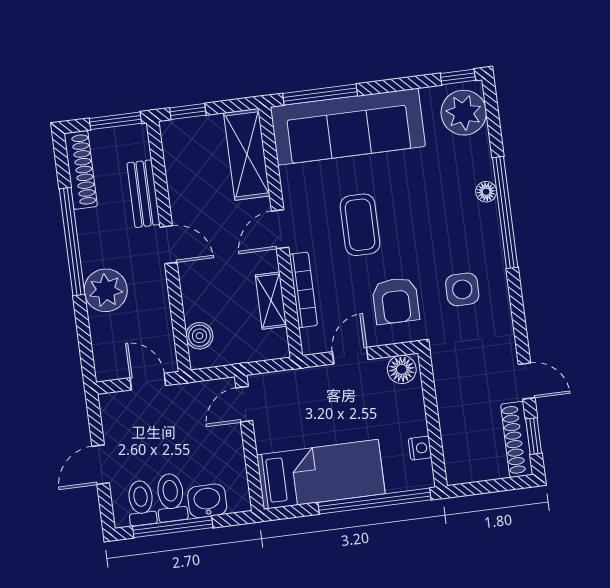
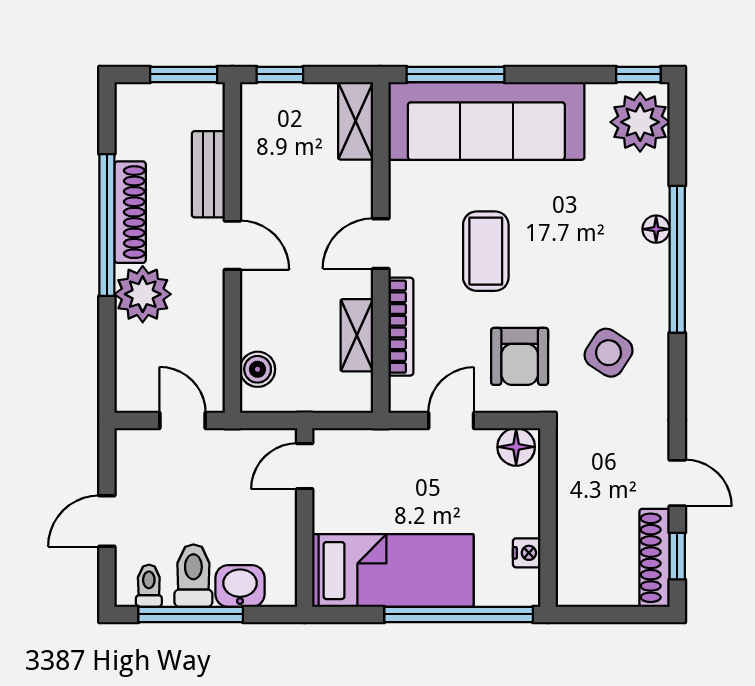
shelving: (247, 154) -> (356, 121), width x0.67, depth x0.75
shoe rack: (81, 170) -> (130, 212), moved
side table: (462, 289) -> (609, 353), turned 33
toilet: (141, 503) -> (149, 586), width x0.73, depth x0.72

